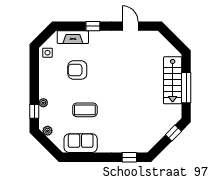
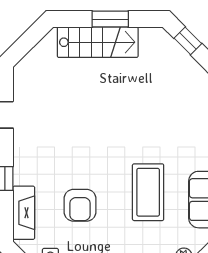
window: (186, 88) -> (110, 19), width x0.69
coffee table: (85, 110) -> (148, 192), width x1.36, depth x1.32

